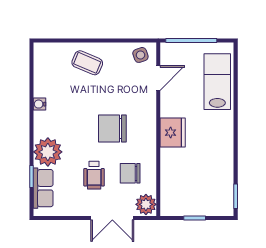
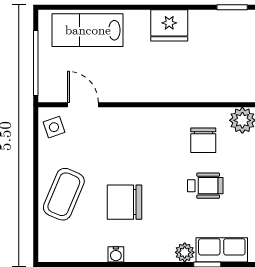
coffee table: (87, 63) -> (64, 194), width x1.36, depth x1.30
chair: (112, 129) -> (124, 202), moved, turned 90
fridge: (173, 133) -> (169, 25), moved, turned 180
plant: (48, 152) -> (185, 252), width x0.53, depth x0.53

